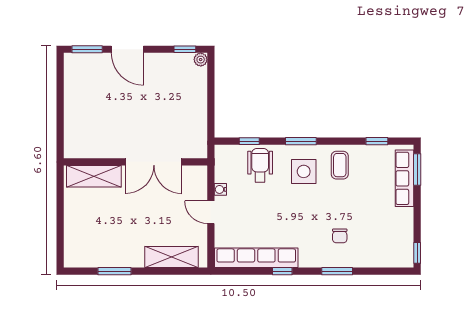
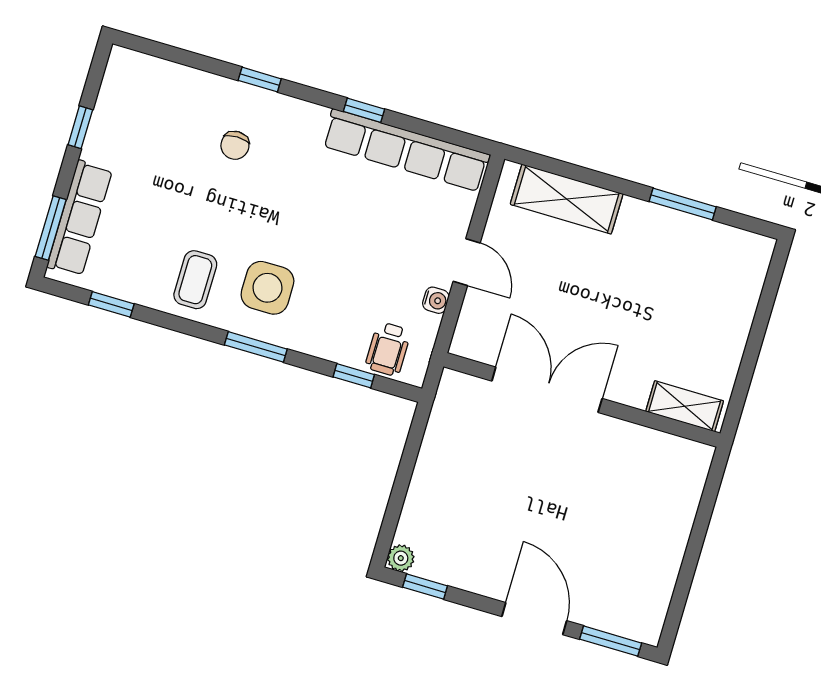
wheelchair: (260, 165) -> (388, 349), moved, width x0.73, depth x0.73
shelving: (94, 176) -> (685, 406), width x0.67, depth x0.75
chair: (340, 236) -> (235, 145), turned 180
window: (417, 253) -> (80, 127), moved
window: (337, 271) -> (260, 80), width x0.67

